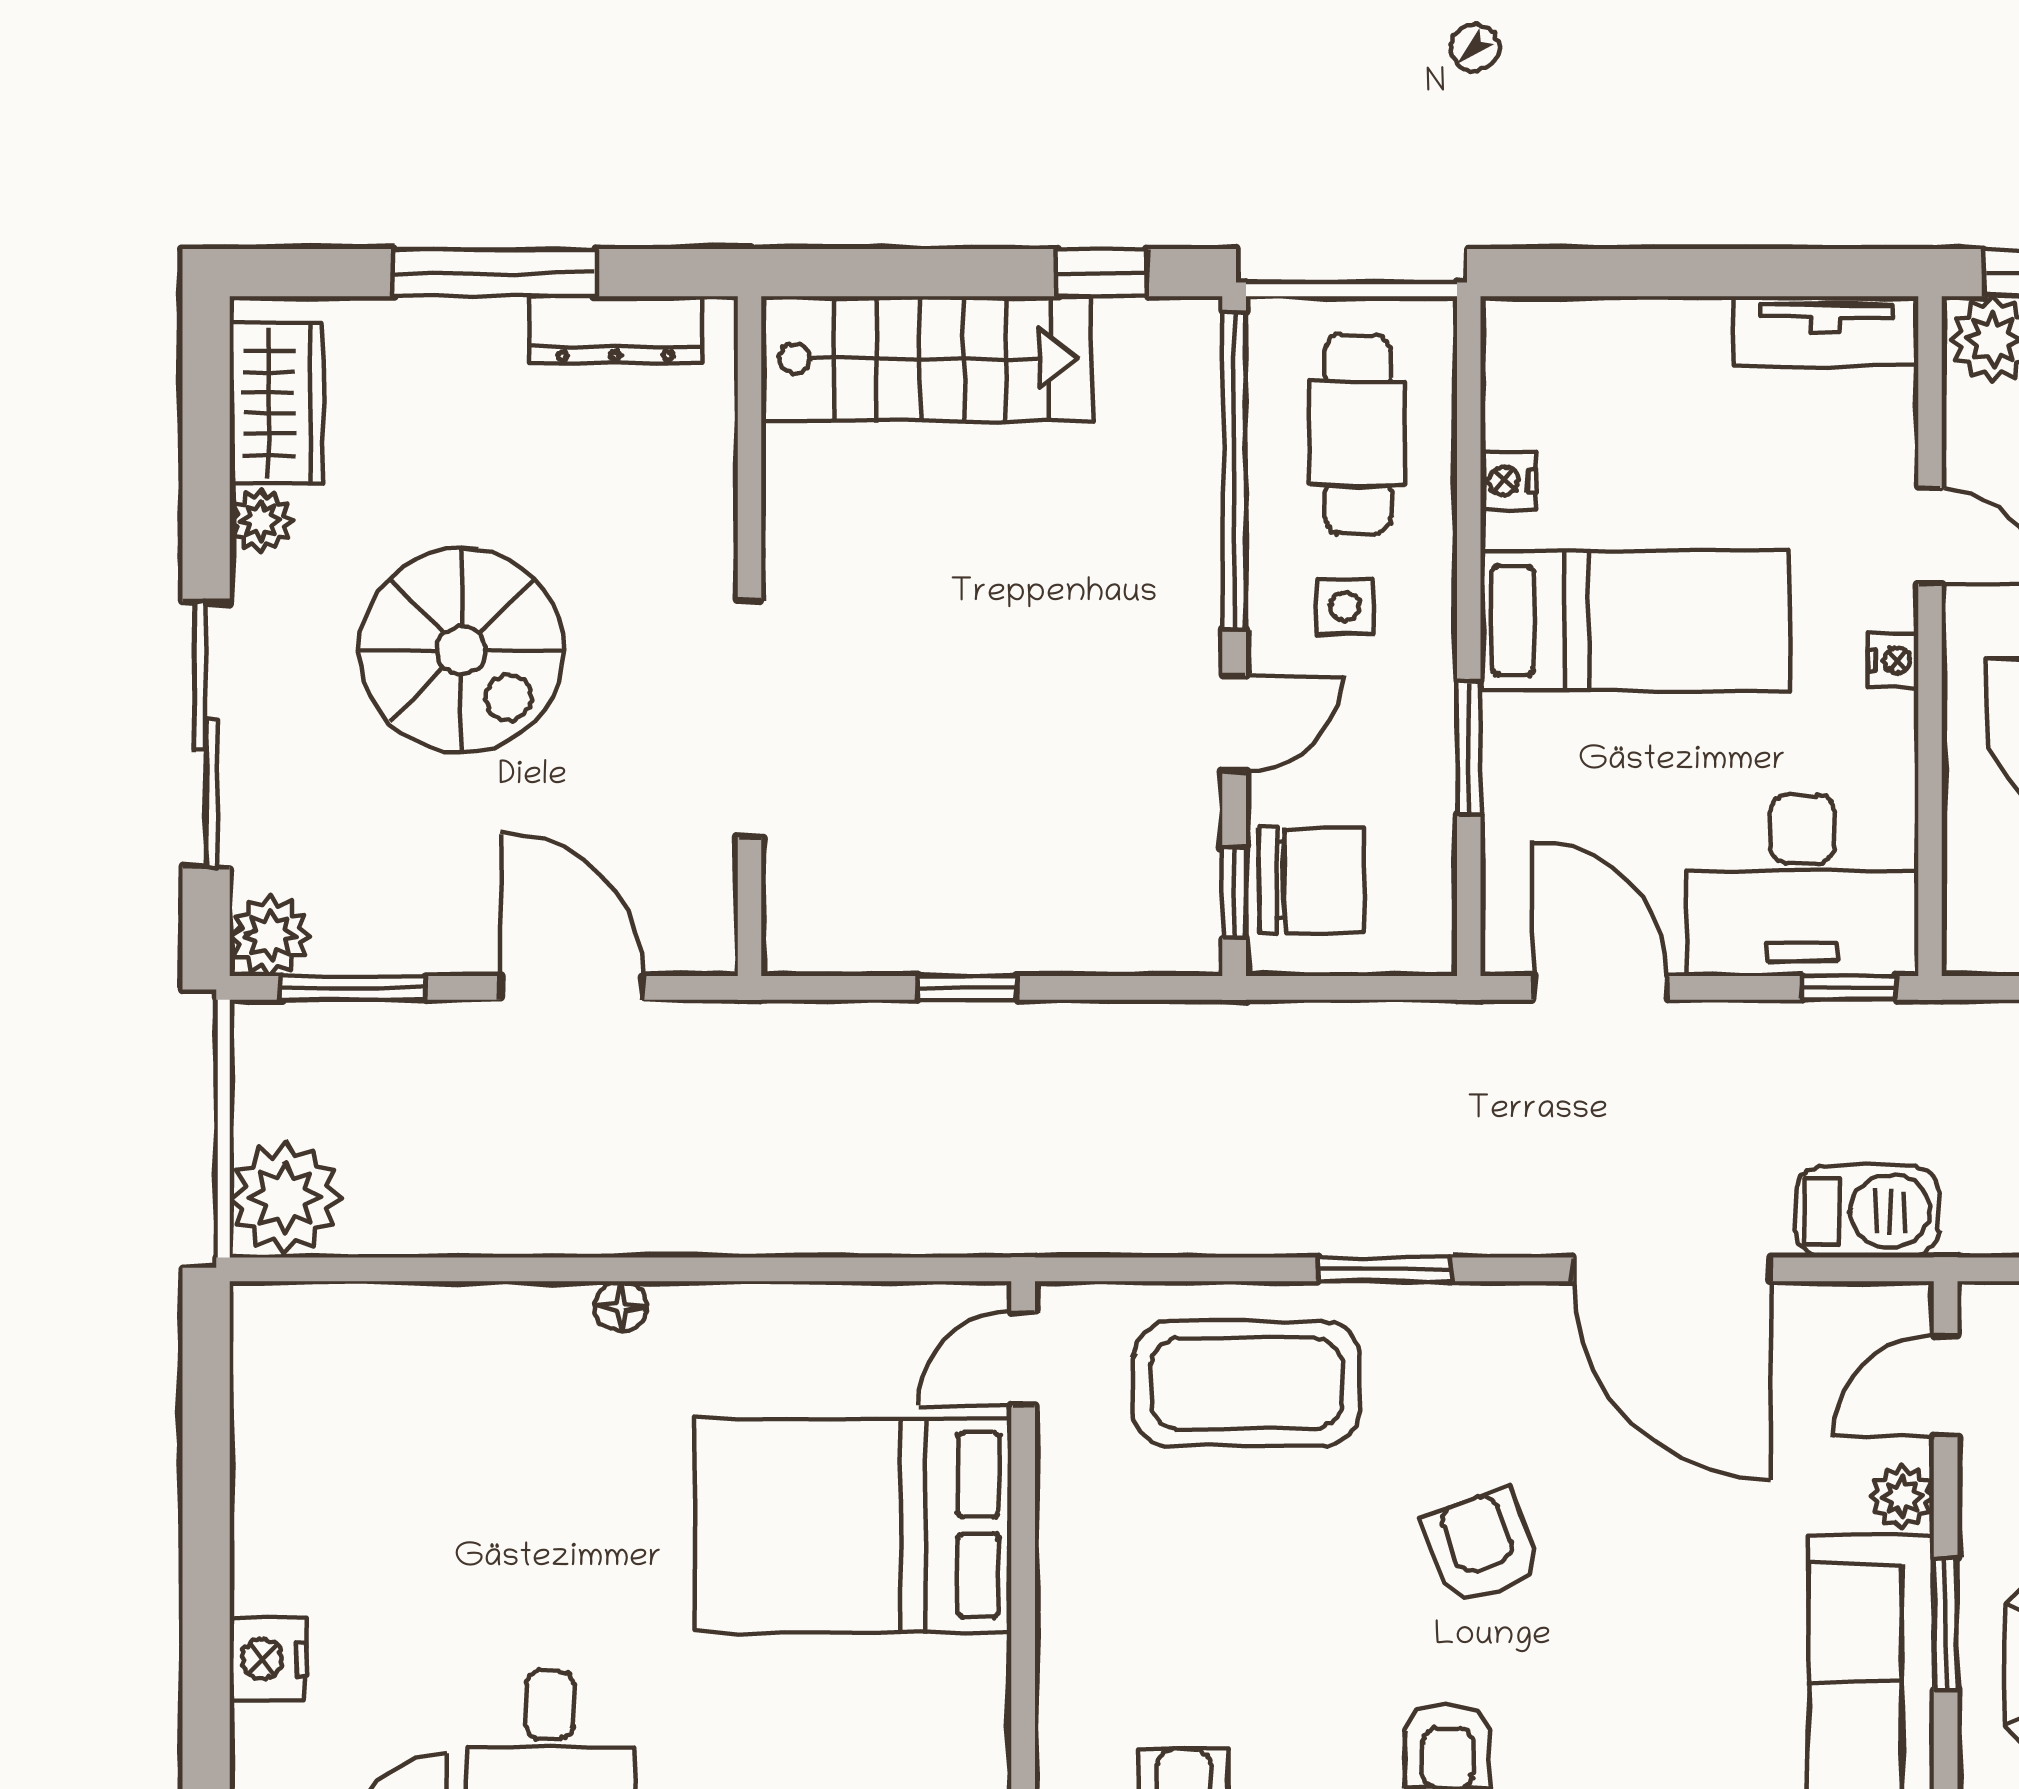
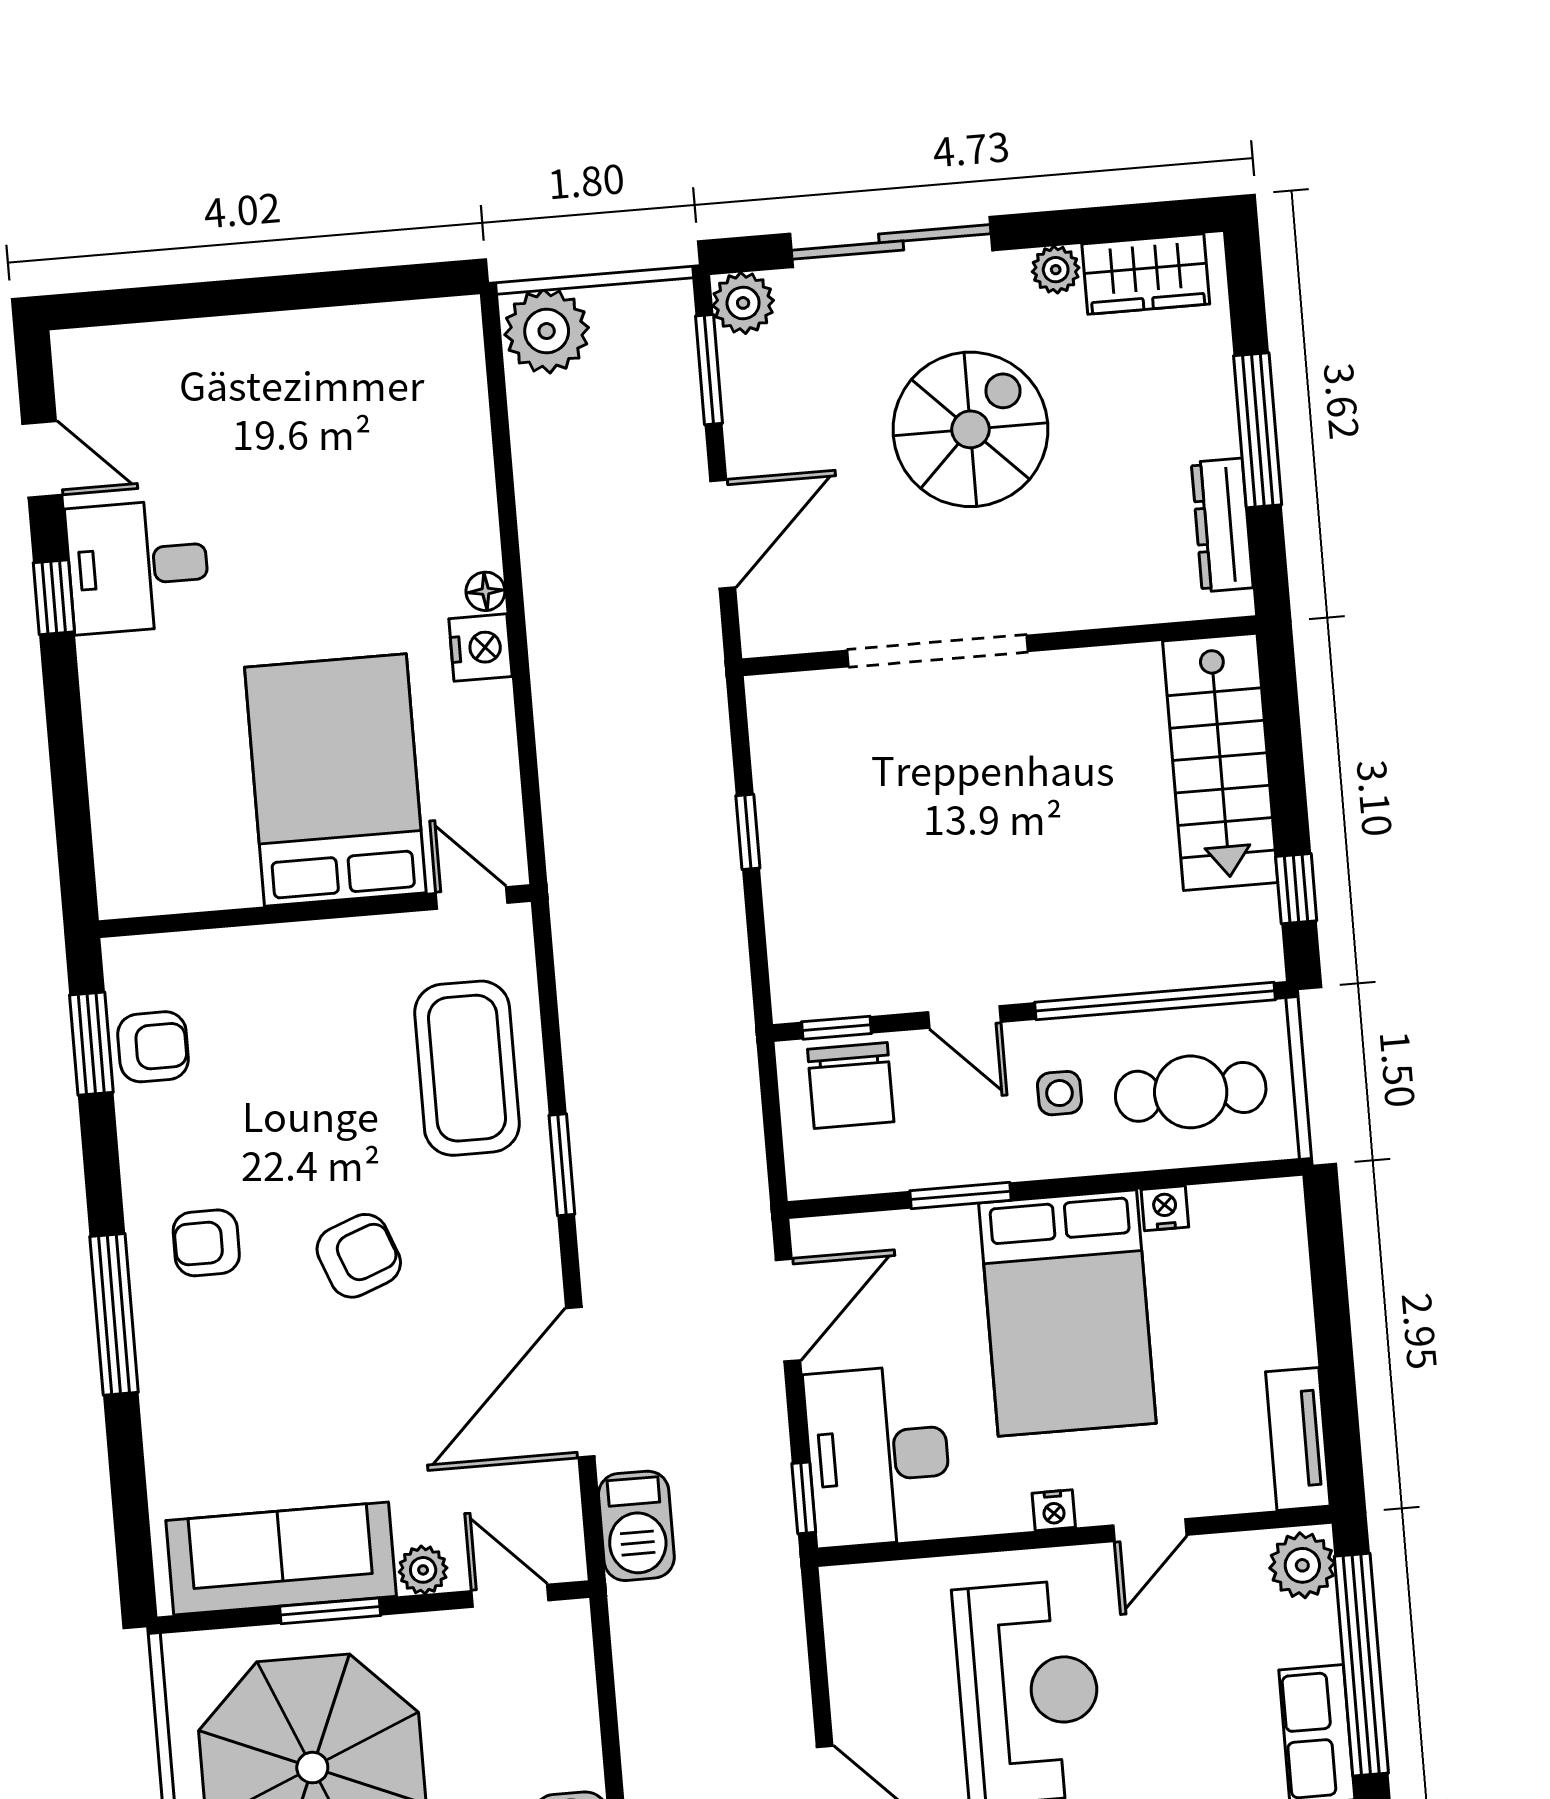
bed: (1635, 621) -> (1067, 1313), width x1.50
spiral stairs: (462, 650) -> (970, 429), turned 180
nightstand: (268, 1659) -> (480, 648), moved, turned 90

